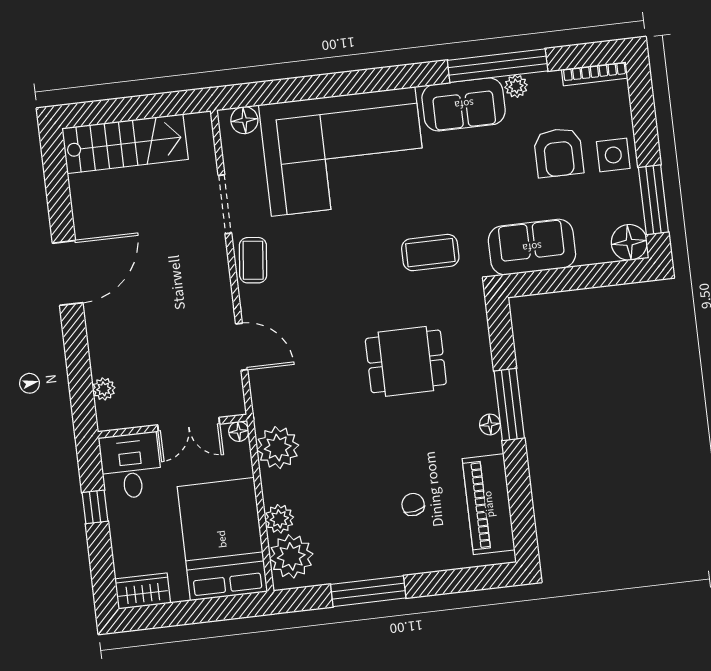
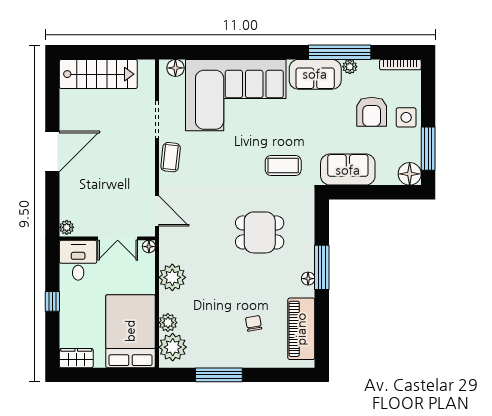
double door: (189, 424) -> (118, 238), moved
wall: (172, 426) -> (107, 238), moved
floor lamp: (239, 431) -> (149, 247), moved
desk: (131, 466) -> (78, 260), moved

